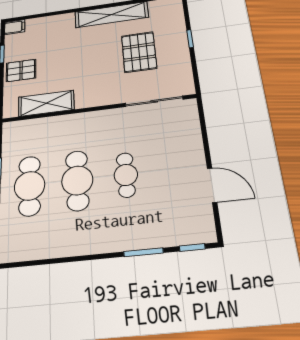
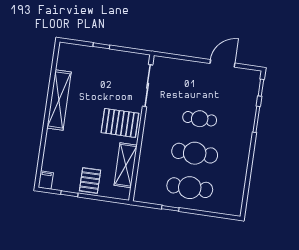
pallet: (139, 52) -> (120, 123), moved

